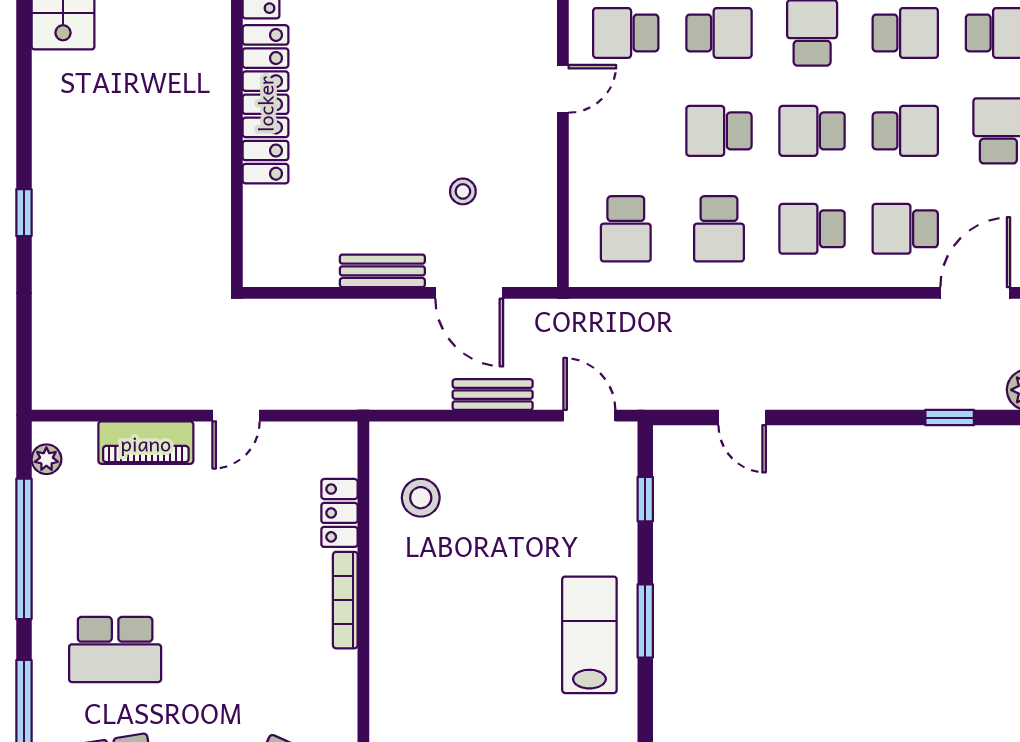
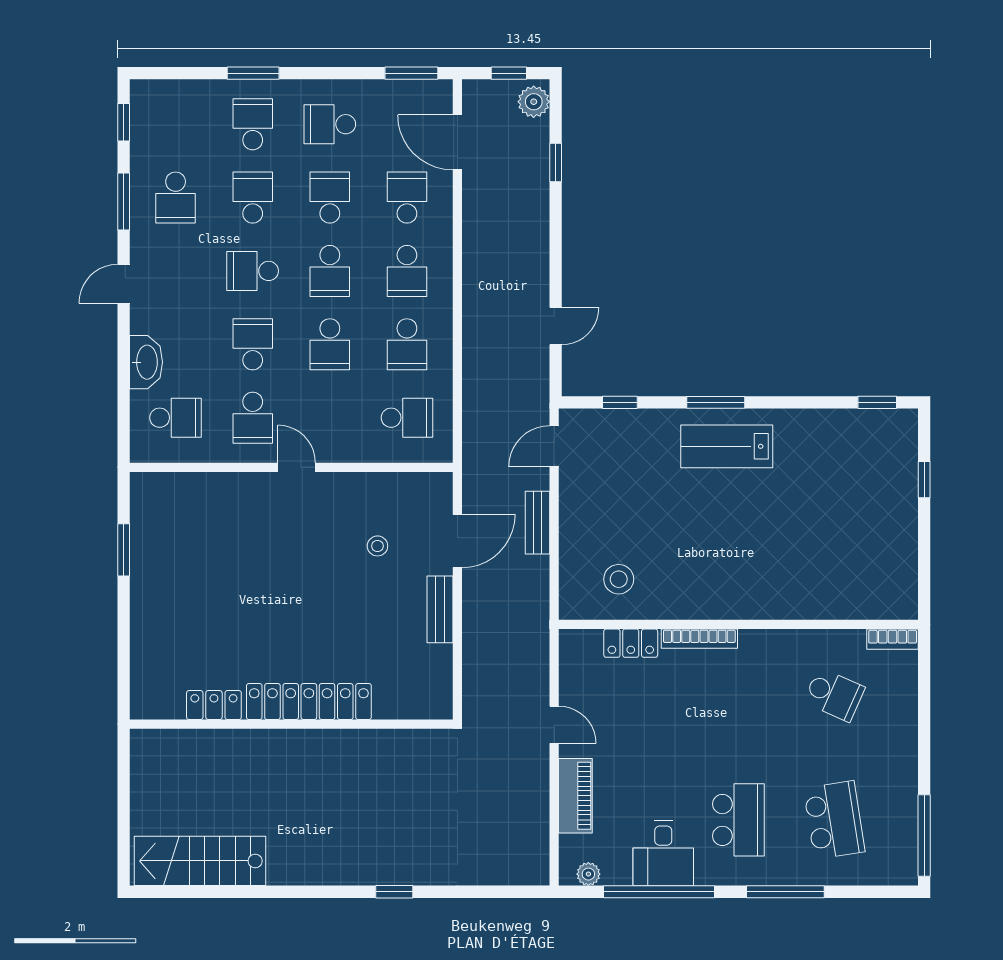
school desk: (719, 229) -> (407, 344), turned 90
school desk: (905, 229) -> (407, 198), turned 180
desk: (73, 554) -> (663, 853), added

